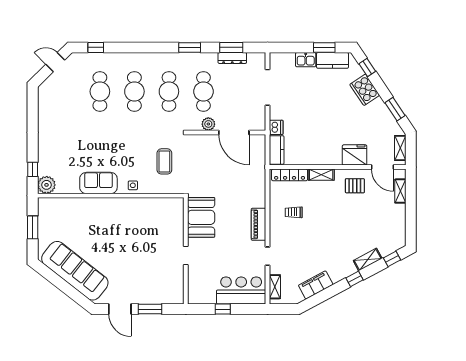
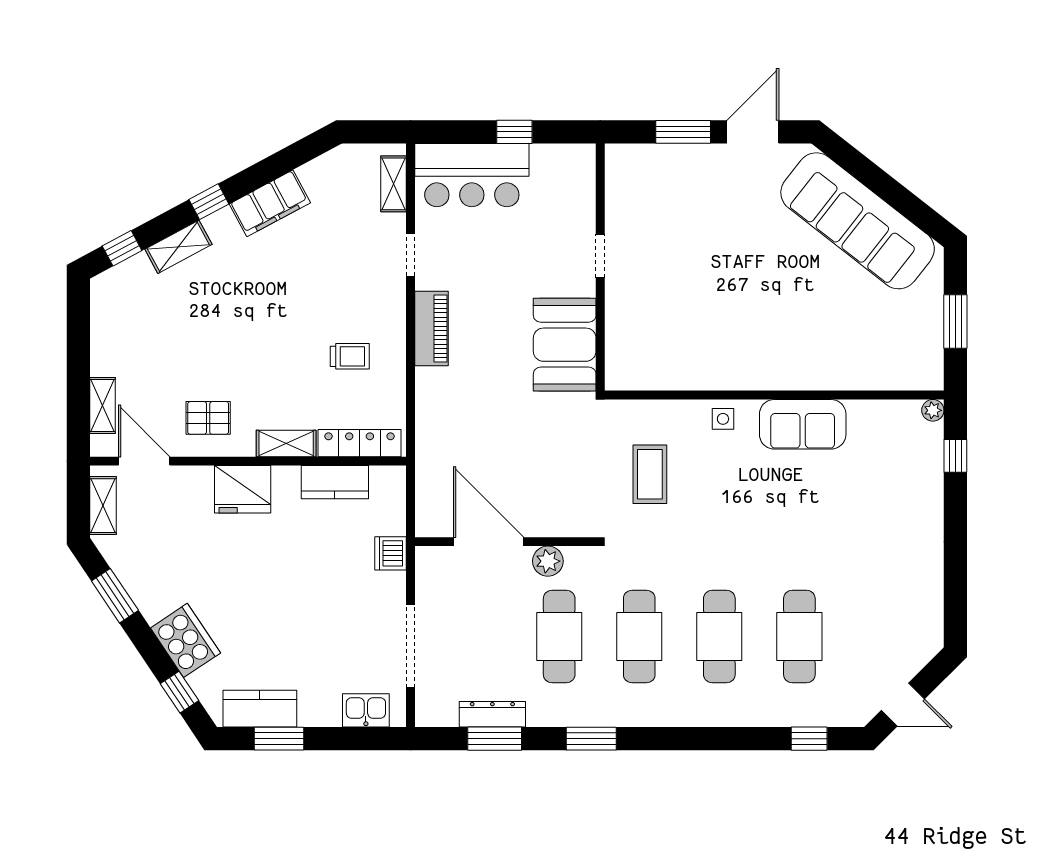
kitchen sink: (306, 60) -> (366, 710), moved
kitchen counter: (277, 150) -> (335, 482), moved, turned -90
fridge: (355, 155) -> (243, 489), moved
plant: (47, 185) -> (933, 410), width x0.53, depth x0.53
filing cabinet: (316, 285) -> (270, 203), moved
door: (120, 309) -> (753, 132), hinge flipped

